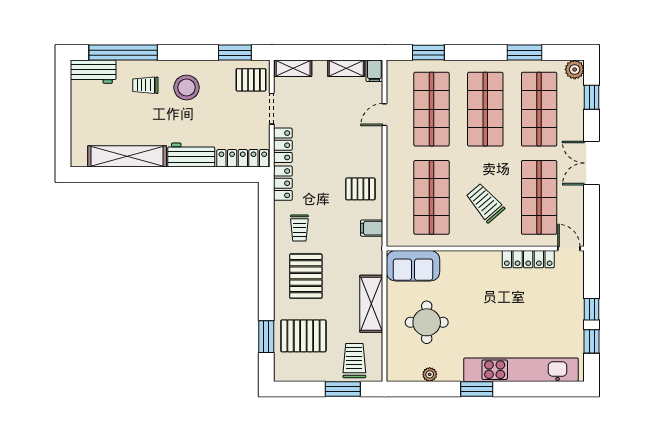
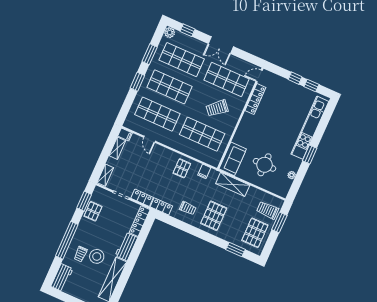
window: (123, 53) -> (67, 240), moved
window: (428, 53) -> (137, 82), moved
pallet: (251, 80) -> (93, 211), moved
stool: (186, 87) -> (97, 256), moved
pallet: (306, 276) -> (214, 216), turned 90
shelving: (371, 304) -> (233, 184), moved
pallet: (303, 336) -> (255, 233), moved

